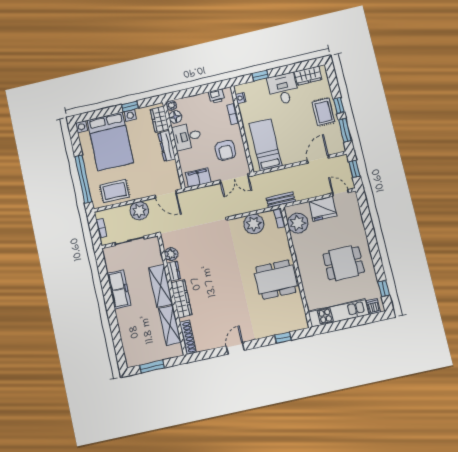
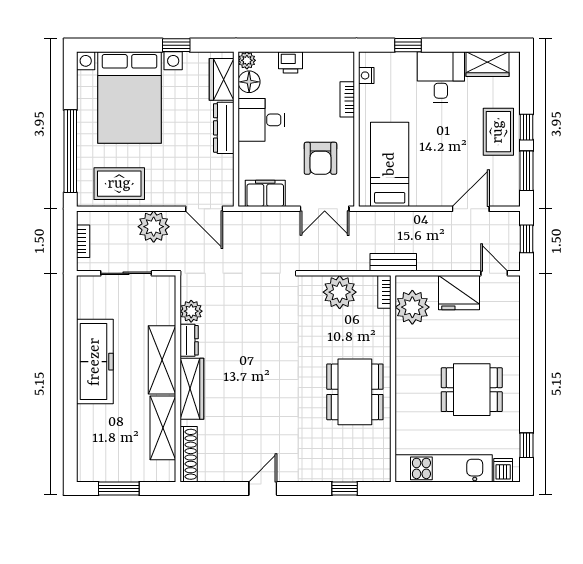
printer: (217, 96) -> (290, 62), moved
dining table: (276, 280) -> (355, 392), turned 90
freezer: (119, 289) -> (95, 362), width x1.36, depth x1.26

